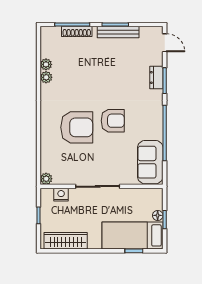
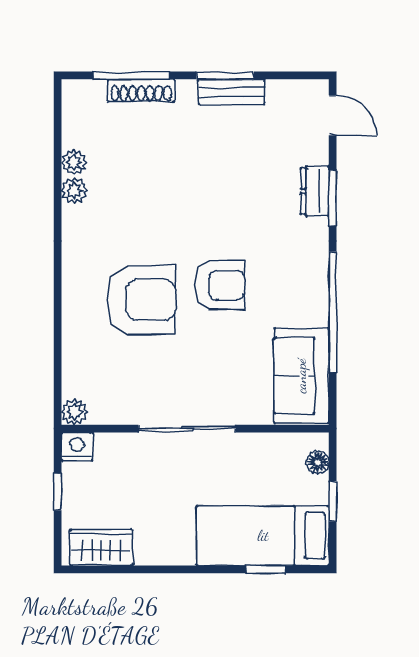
bench: (118, 32) -> (232, 92), width x0.73
nightstand: (61, 195) -> (77, 447), moved
floor lamp: (158, 215) -> (318, 462), moved
wardrobe: (66, 241) -> (101, 547), width x0.67

